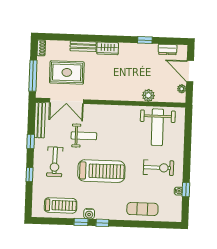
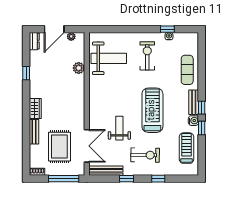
dresser: (168, 49) -> (34, 41), moved
bench: (108, 215) -> (194, 102), added

